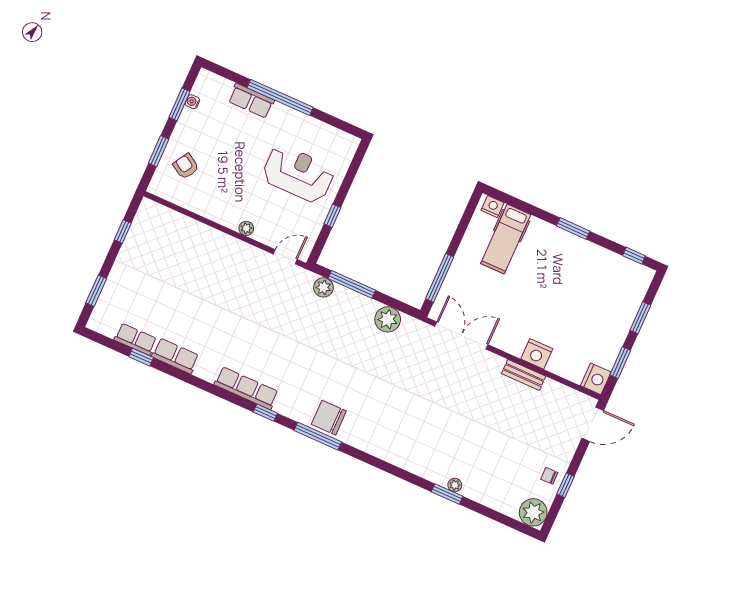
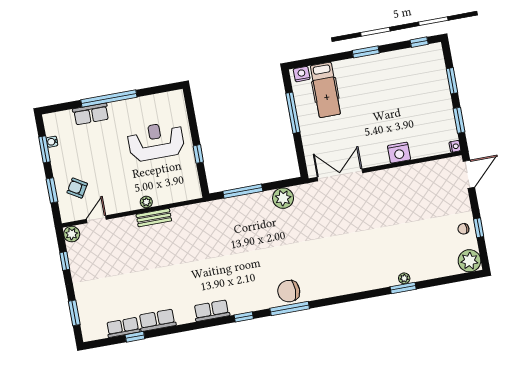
door: (285, 257) -> (96, 219), moved
window: (440, 278) -> (293, 113), moved
plant: (323, 287) -> (72, 234), moved
bench: (524, 375) -> (154, 218), moved
nightstand: (596, 379) -> (455, 146), width x0.53, depth x0.56
row of seats: (246, 388) -> (212, 311), width x0.68

